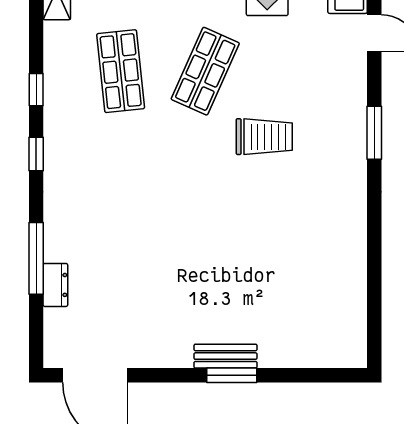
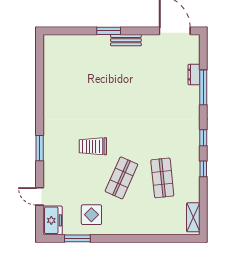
bench: (225, 356) -> (126, 40), moved

